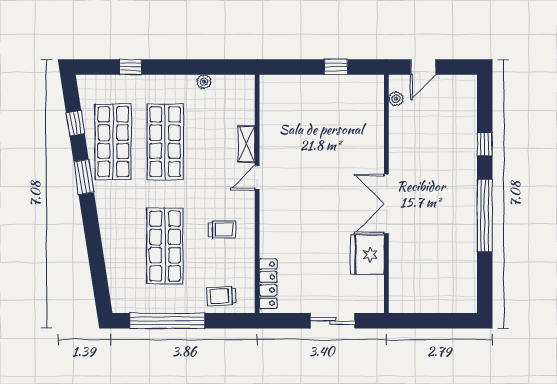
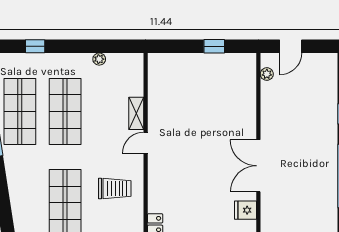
trolley: (222, 230) -> (115, 188), width x1.36, depth x1.39
fridge: (367, 255) -> (245, 210), width x0.53, depth x0.75

